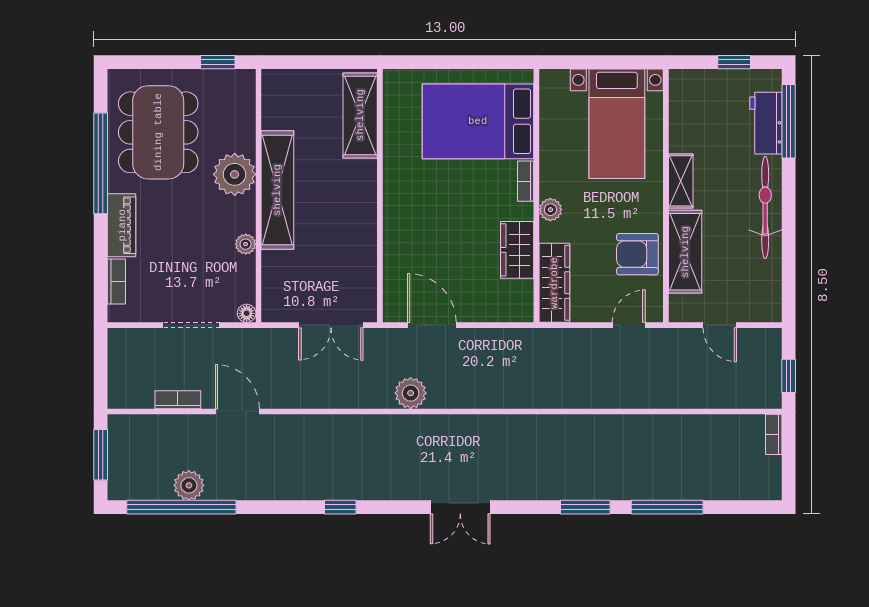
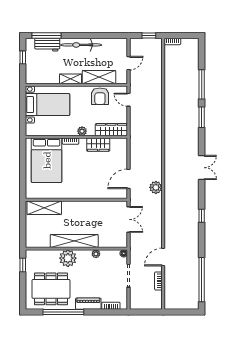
window: (101, 455) -> (181, 312), removed
plant: (189, 485) -> (193, 277), removed

